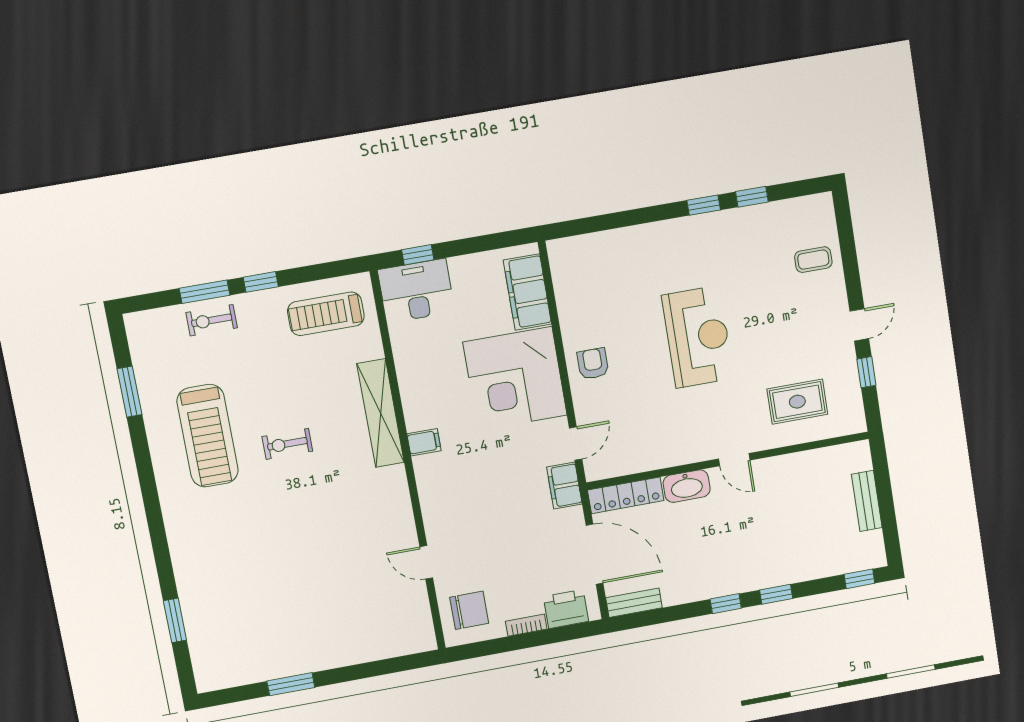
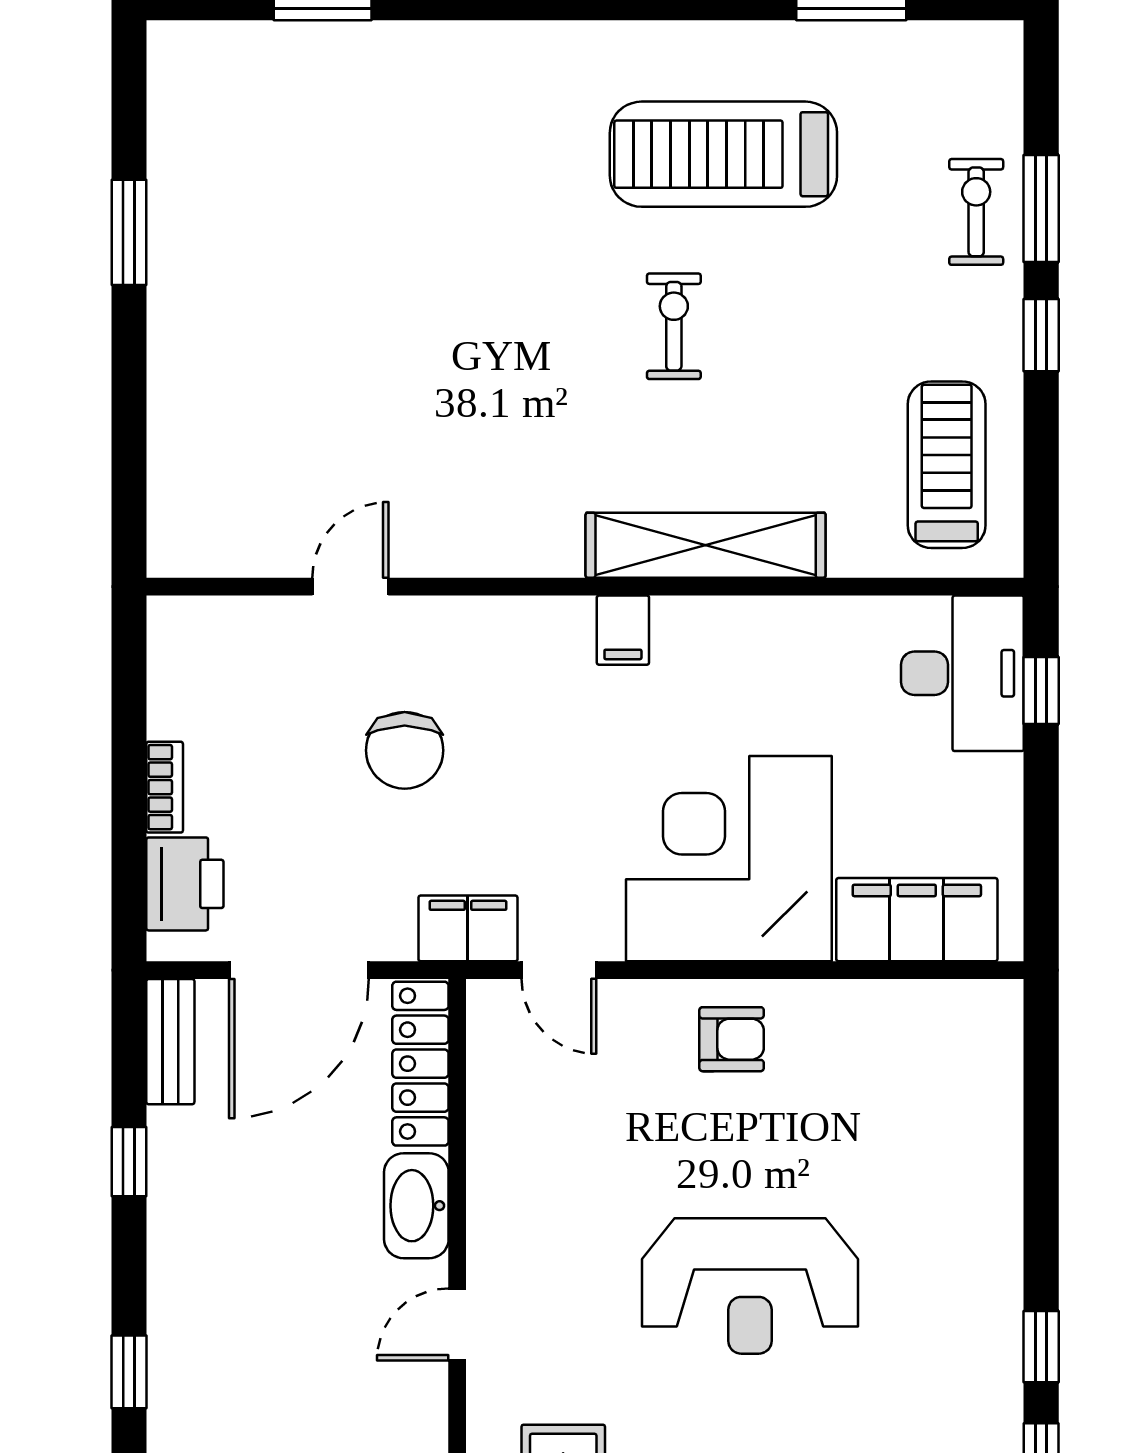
window: (726, 604) -> (129, 1162), moved
chair: (469, 610) -> (405, 750), moved

